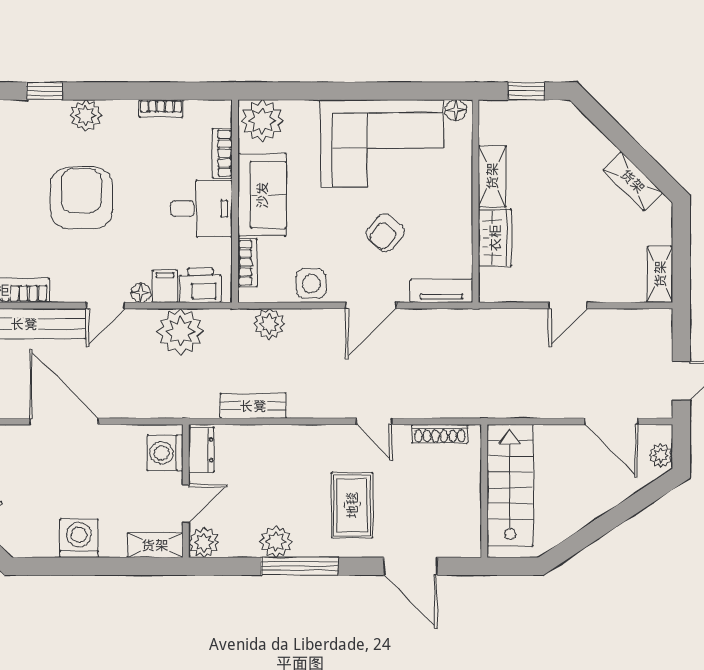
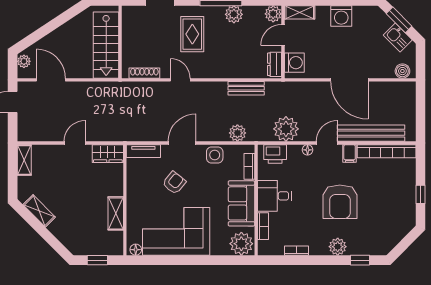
wardrobe: (495, 238) -> (108, 154), moved, turned -90
filing cabinet: (165, 286) -> (350, 154), moved

